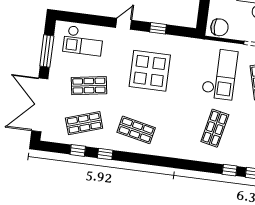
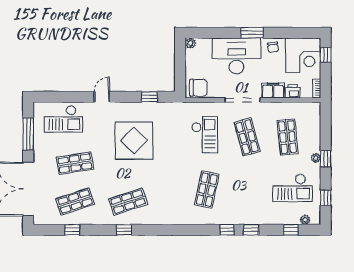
window: (158, 28) -> (150, 97), moved
checkout: (220, 74) -> (205, 135), width x0.73, depth x0.83
shop shelf: (136, 130) -> (128, 202), turned -30
window: (105, 154) -> (124, 230), moved

